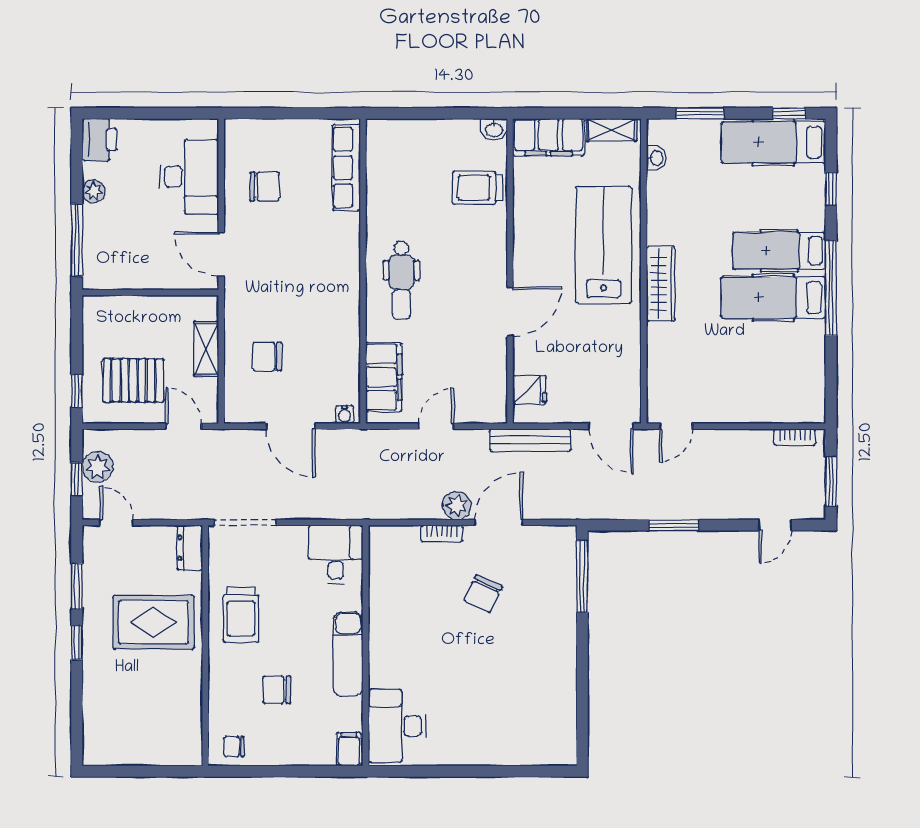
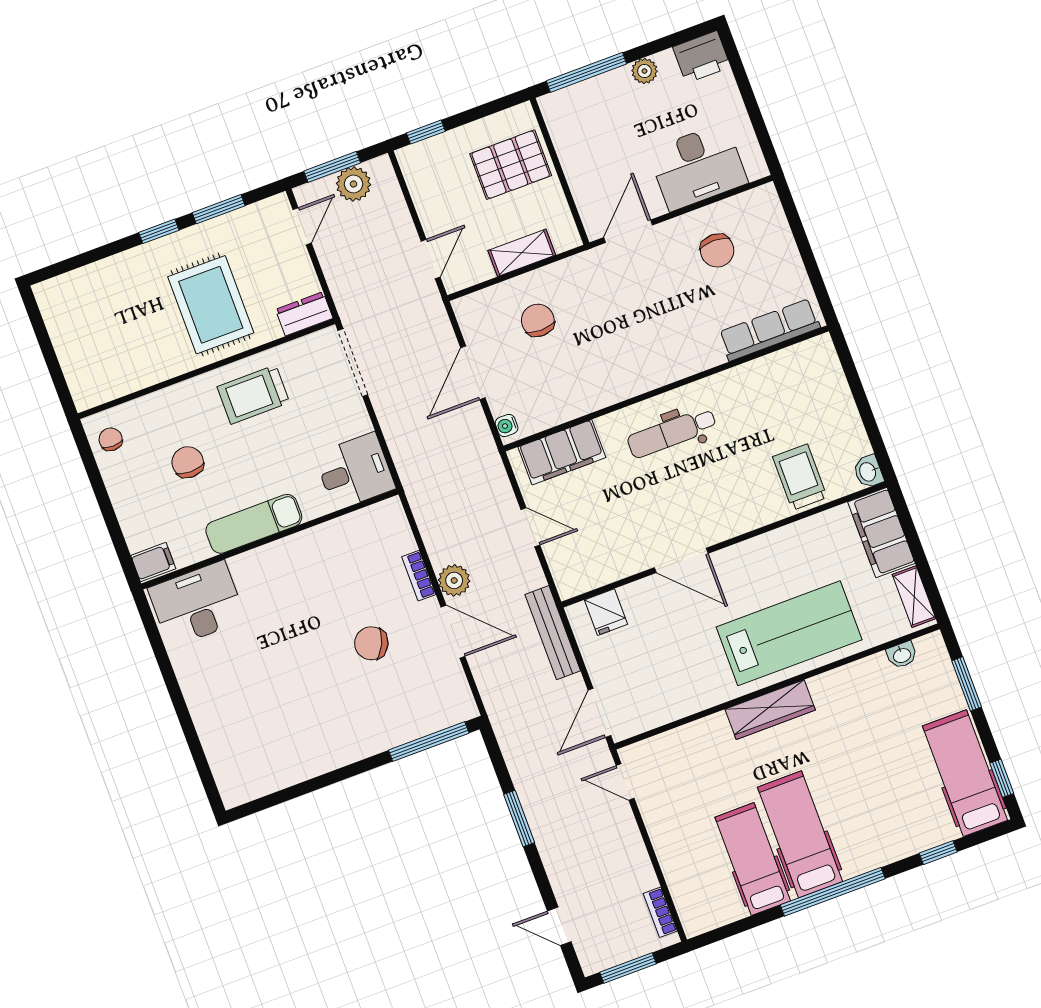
hospital bed: (779, 251) -> (753, 859), moved
pallet: (133, 380) -> (511, 165), moved, turned 90
window: (77, 479) -> (332, 167), width x1.50

